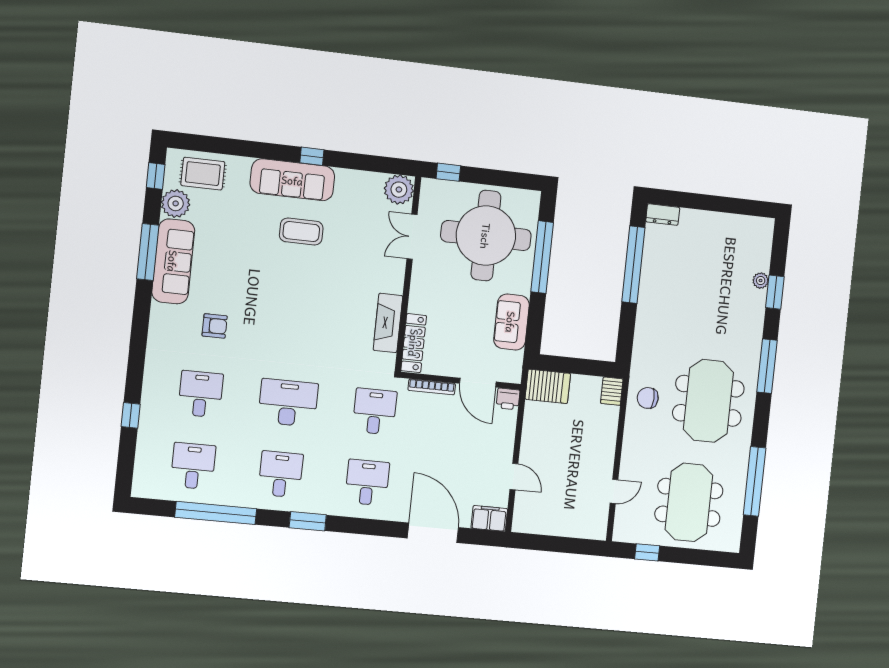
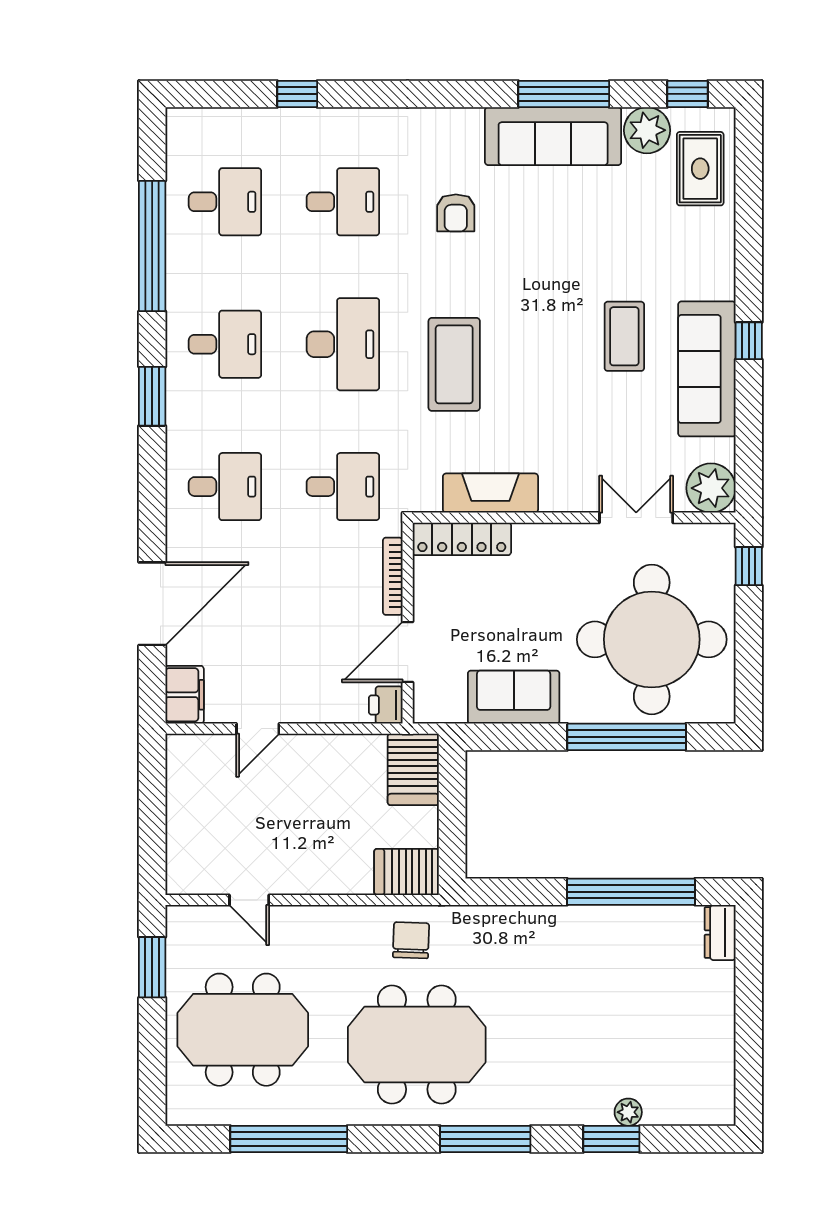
sofa: (292, 180) -> (707, 369), moved
coffee table: (308, 337) -> (454, 364), added
server rack: (612, 391) -> (407, 872), width x1.36, depth x1.44
window: (647, 552) -> (152, 967), width x1.50

